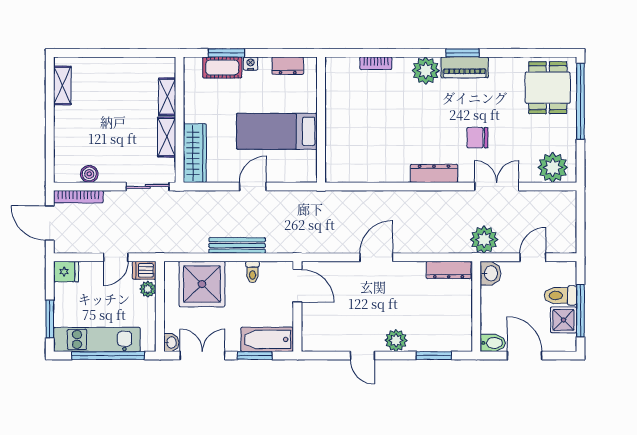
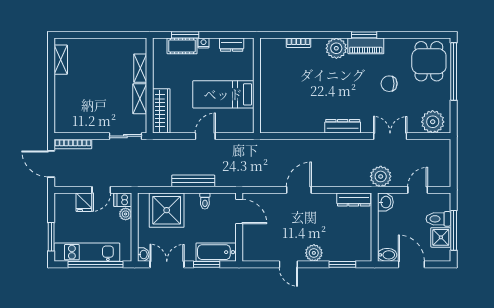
chair: (477, 138) -> (389, 84), moved
boiler: (89, 174) -> (81, 127), removed
fridge: (66, 272) -> (84, 202), moved, turned 90

